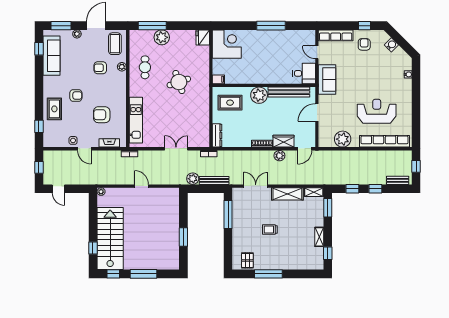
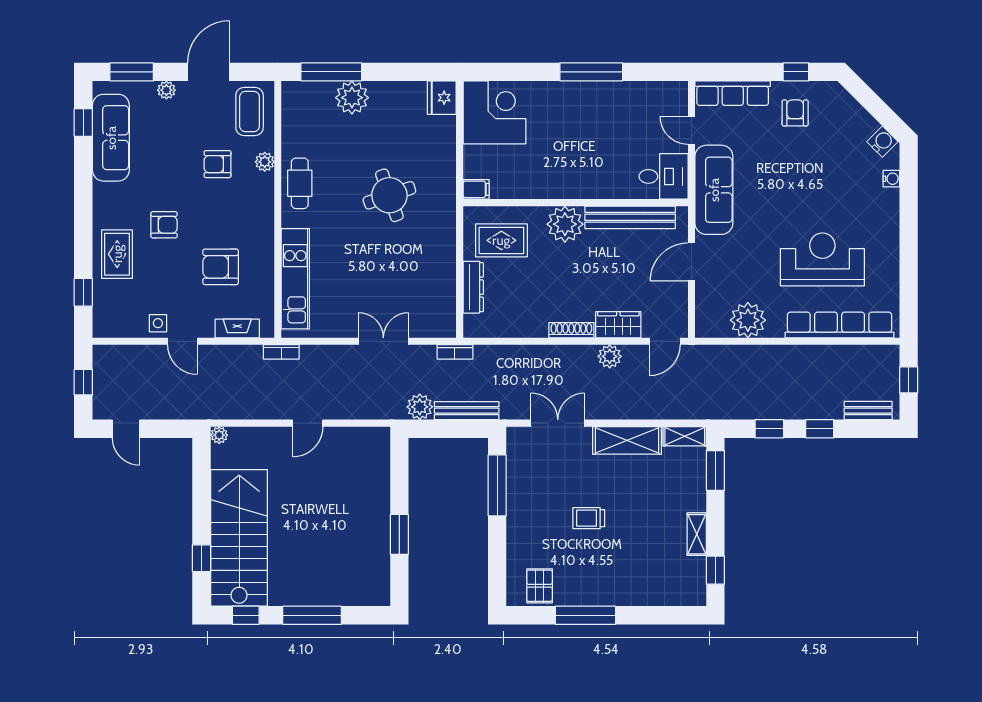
water cooler: (391, 45) -> (882, 142), moved
cafe table: (145, 67) -> (300, 183), moved
sofa: (327, 80) -> (714, 190), width x1.36
dresser: (217, 135) -> (473, 287), moved
door: (142, 186) -> (308, 423), swing flipped

